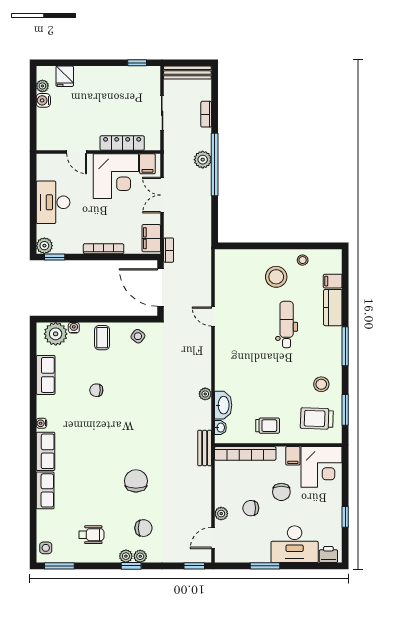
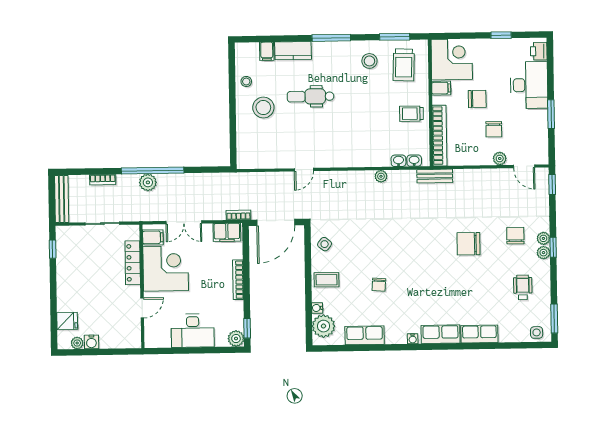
washbasin: (223, 405) -> (398, 161), width x0.52, depth x0.69
trolley: (268, 426) -> (411, 114), turned -90

